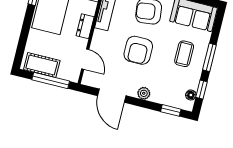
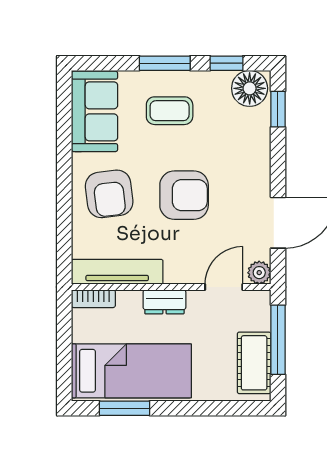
plant: (144, 93) -> (259, 273), moved
floor lamp: (191, 95) -> (250, 88), width x1.89, depth x1.89

